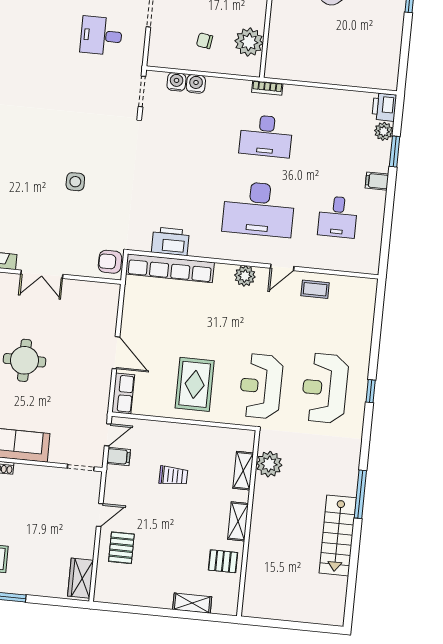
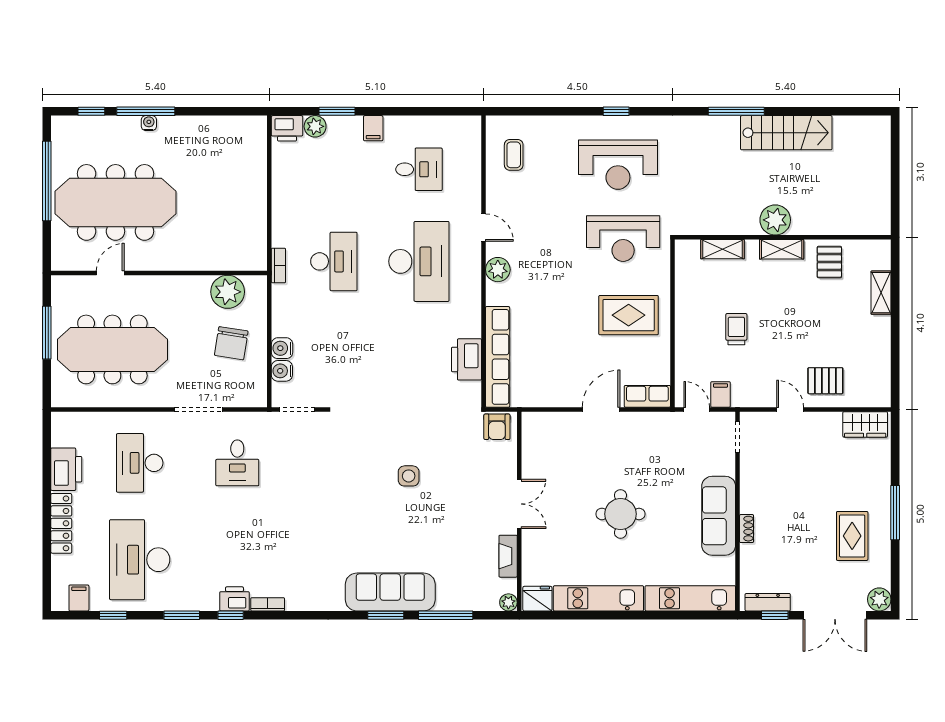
chair: (205, 41) -> (231, 343), width x1.87, depth x1.87
coffee table: (315, 289) -> (514, 155), moved
plant: (269, 464) -> (775, 220), moved

